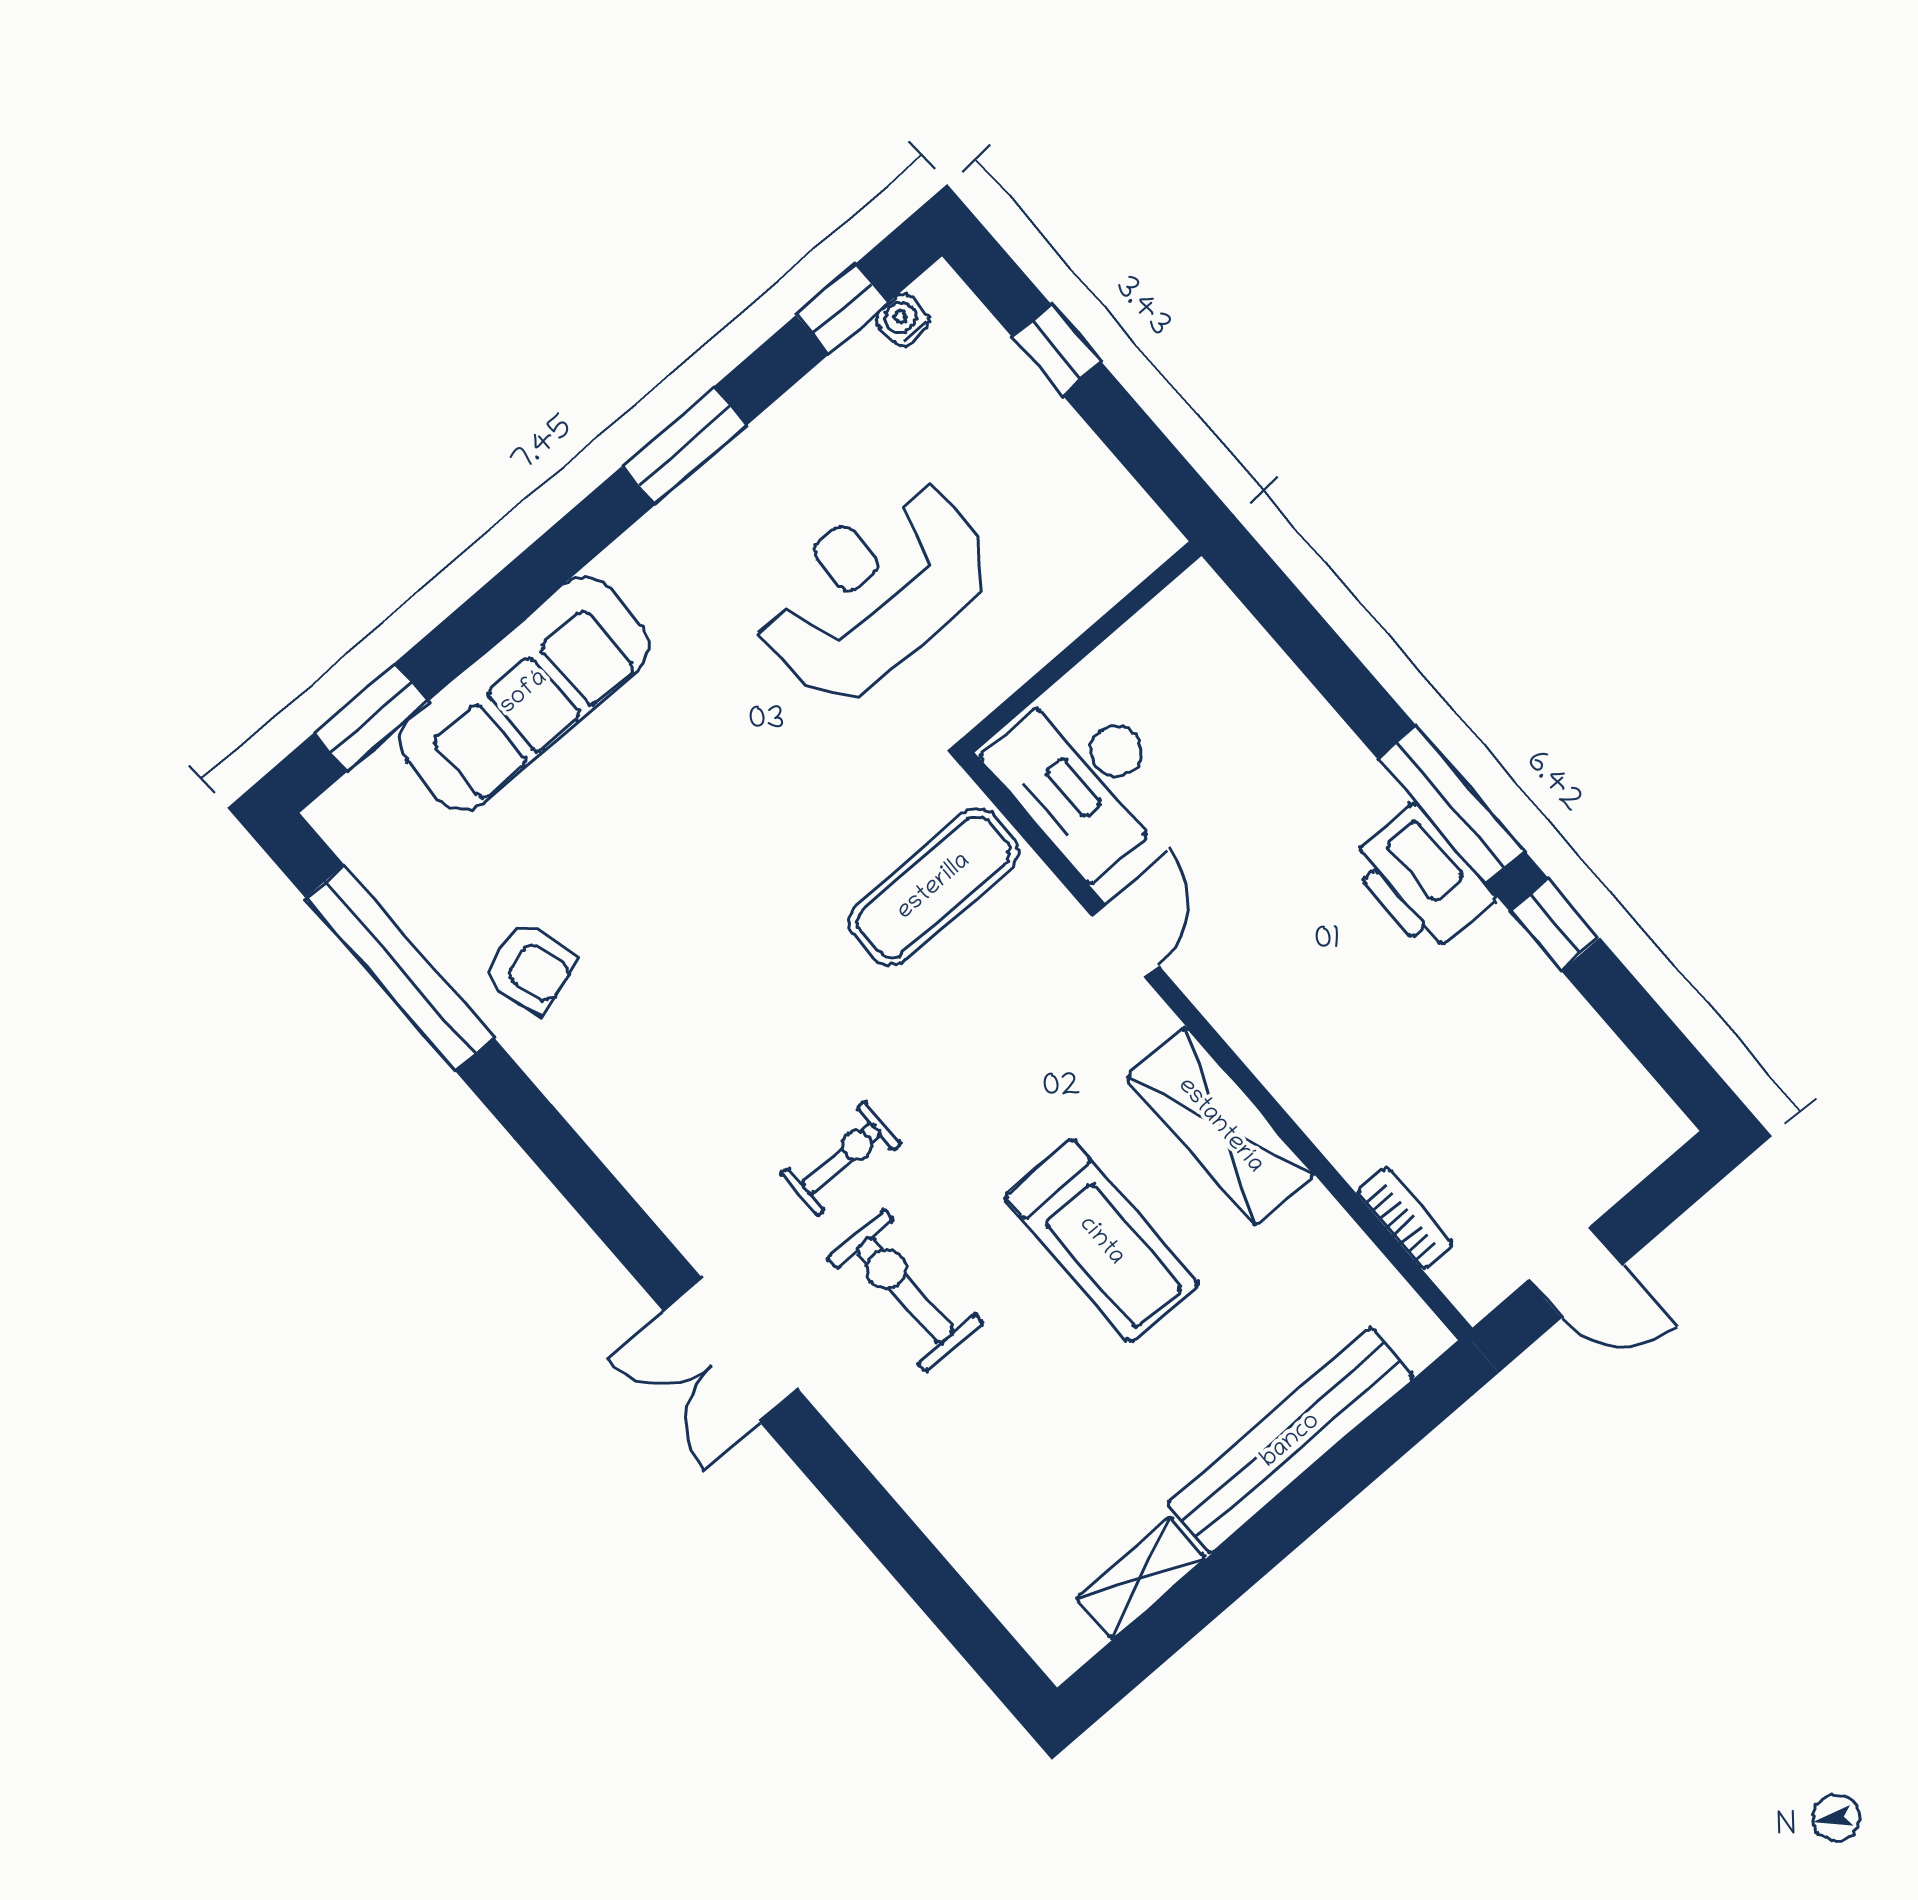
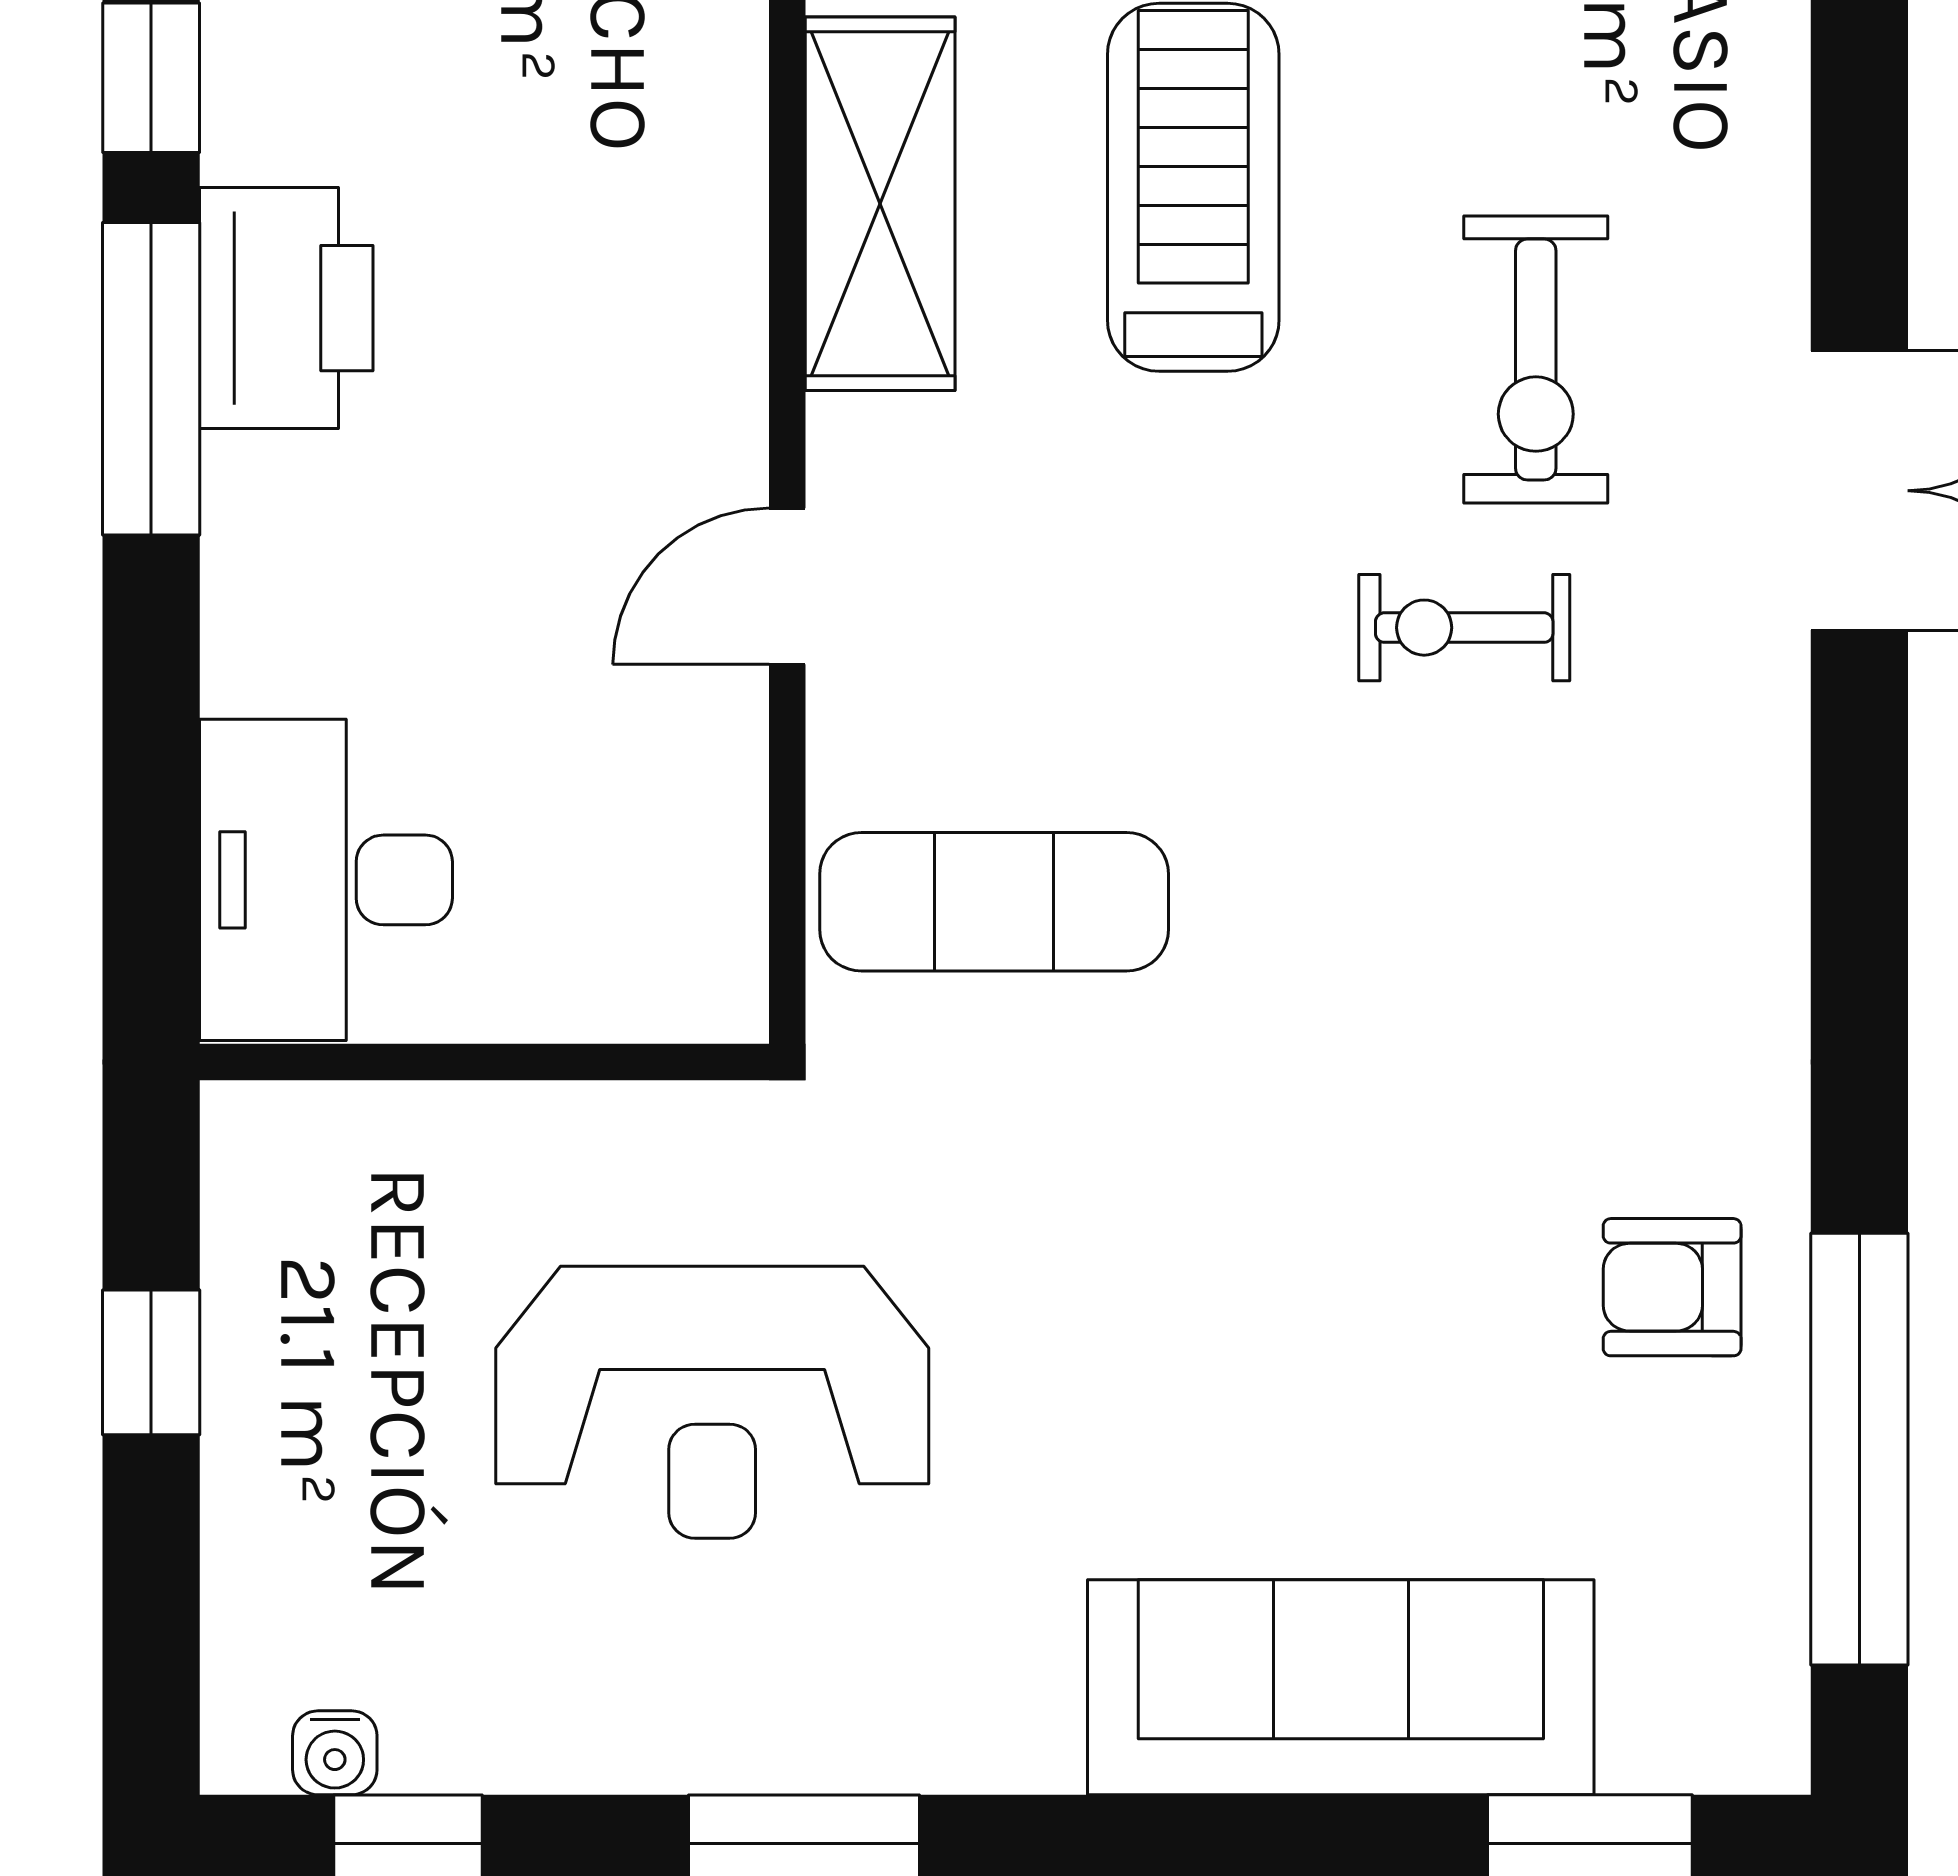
window: (1057, 349) -> (151, 1362), moved
desk: (1085, 778) -> (326, 880), moved, turned 180
armchair: (530, 968) -> (1672, 1287), turned -73

